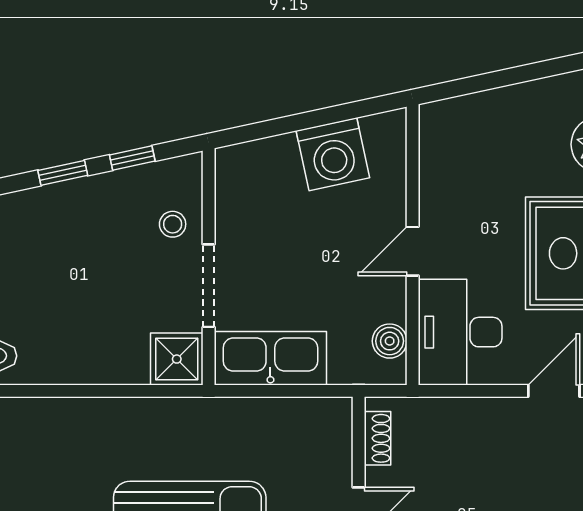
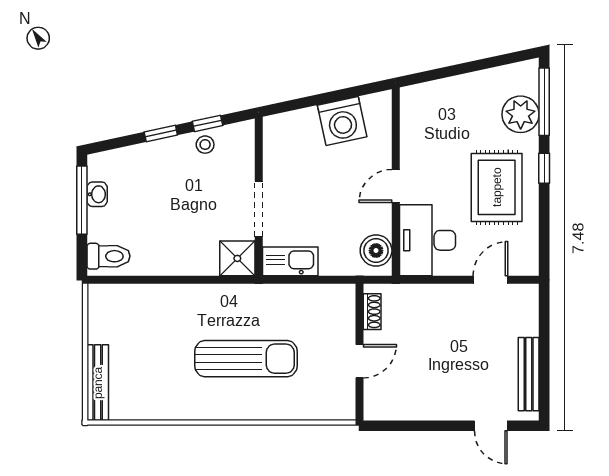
stool: (173, 224) -> (205, 145), moved
boiler: (390, 341) -> (376, 251), width x1.36, depth x1.36
kitchen sink: (270, 358) -> (290, 261), width x0.73, depth x0.81

